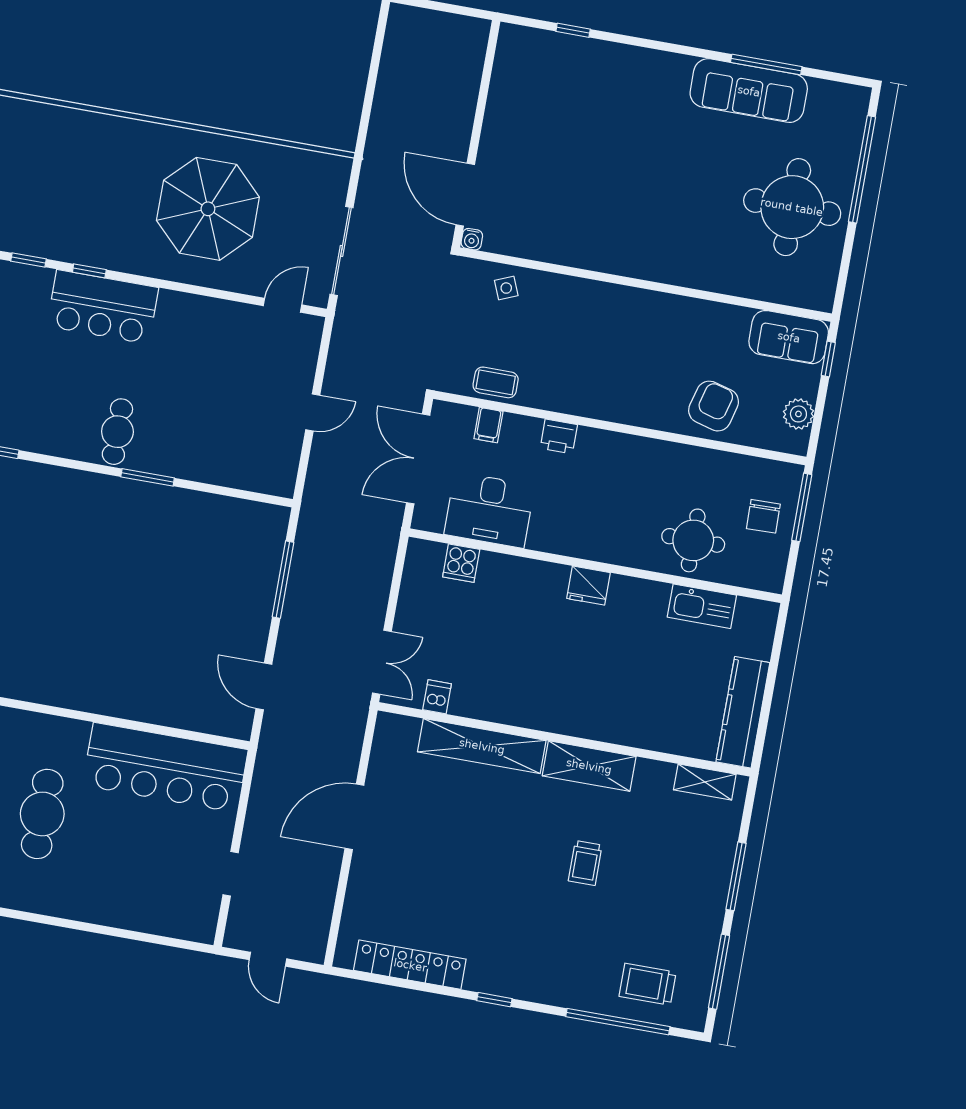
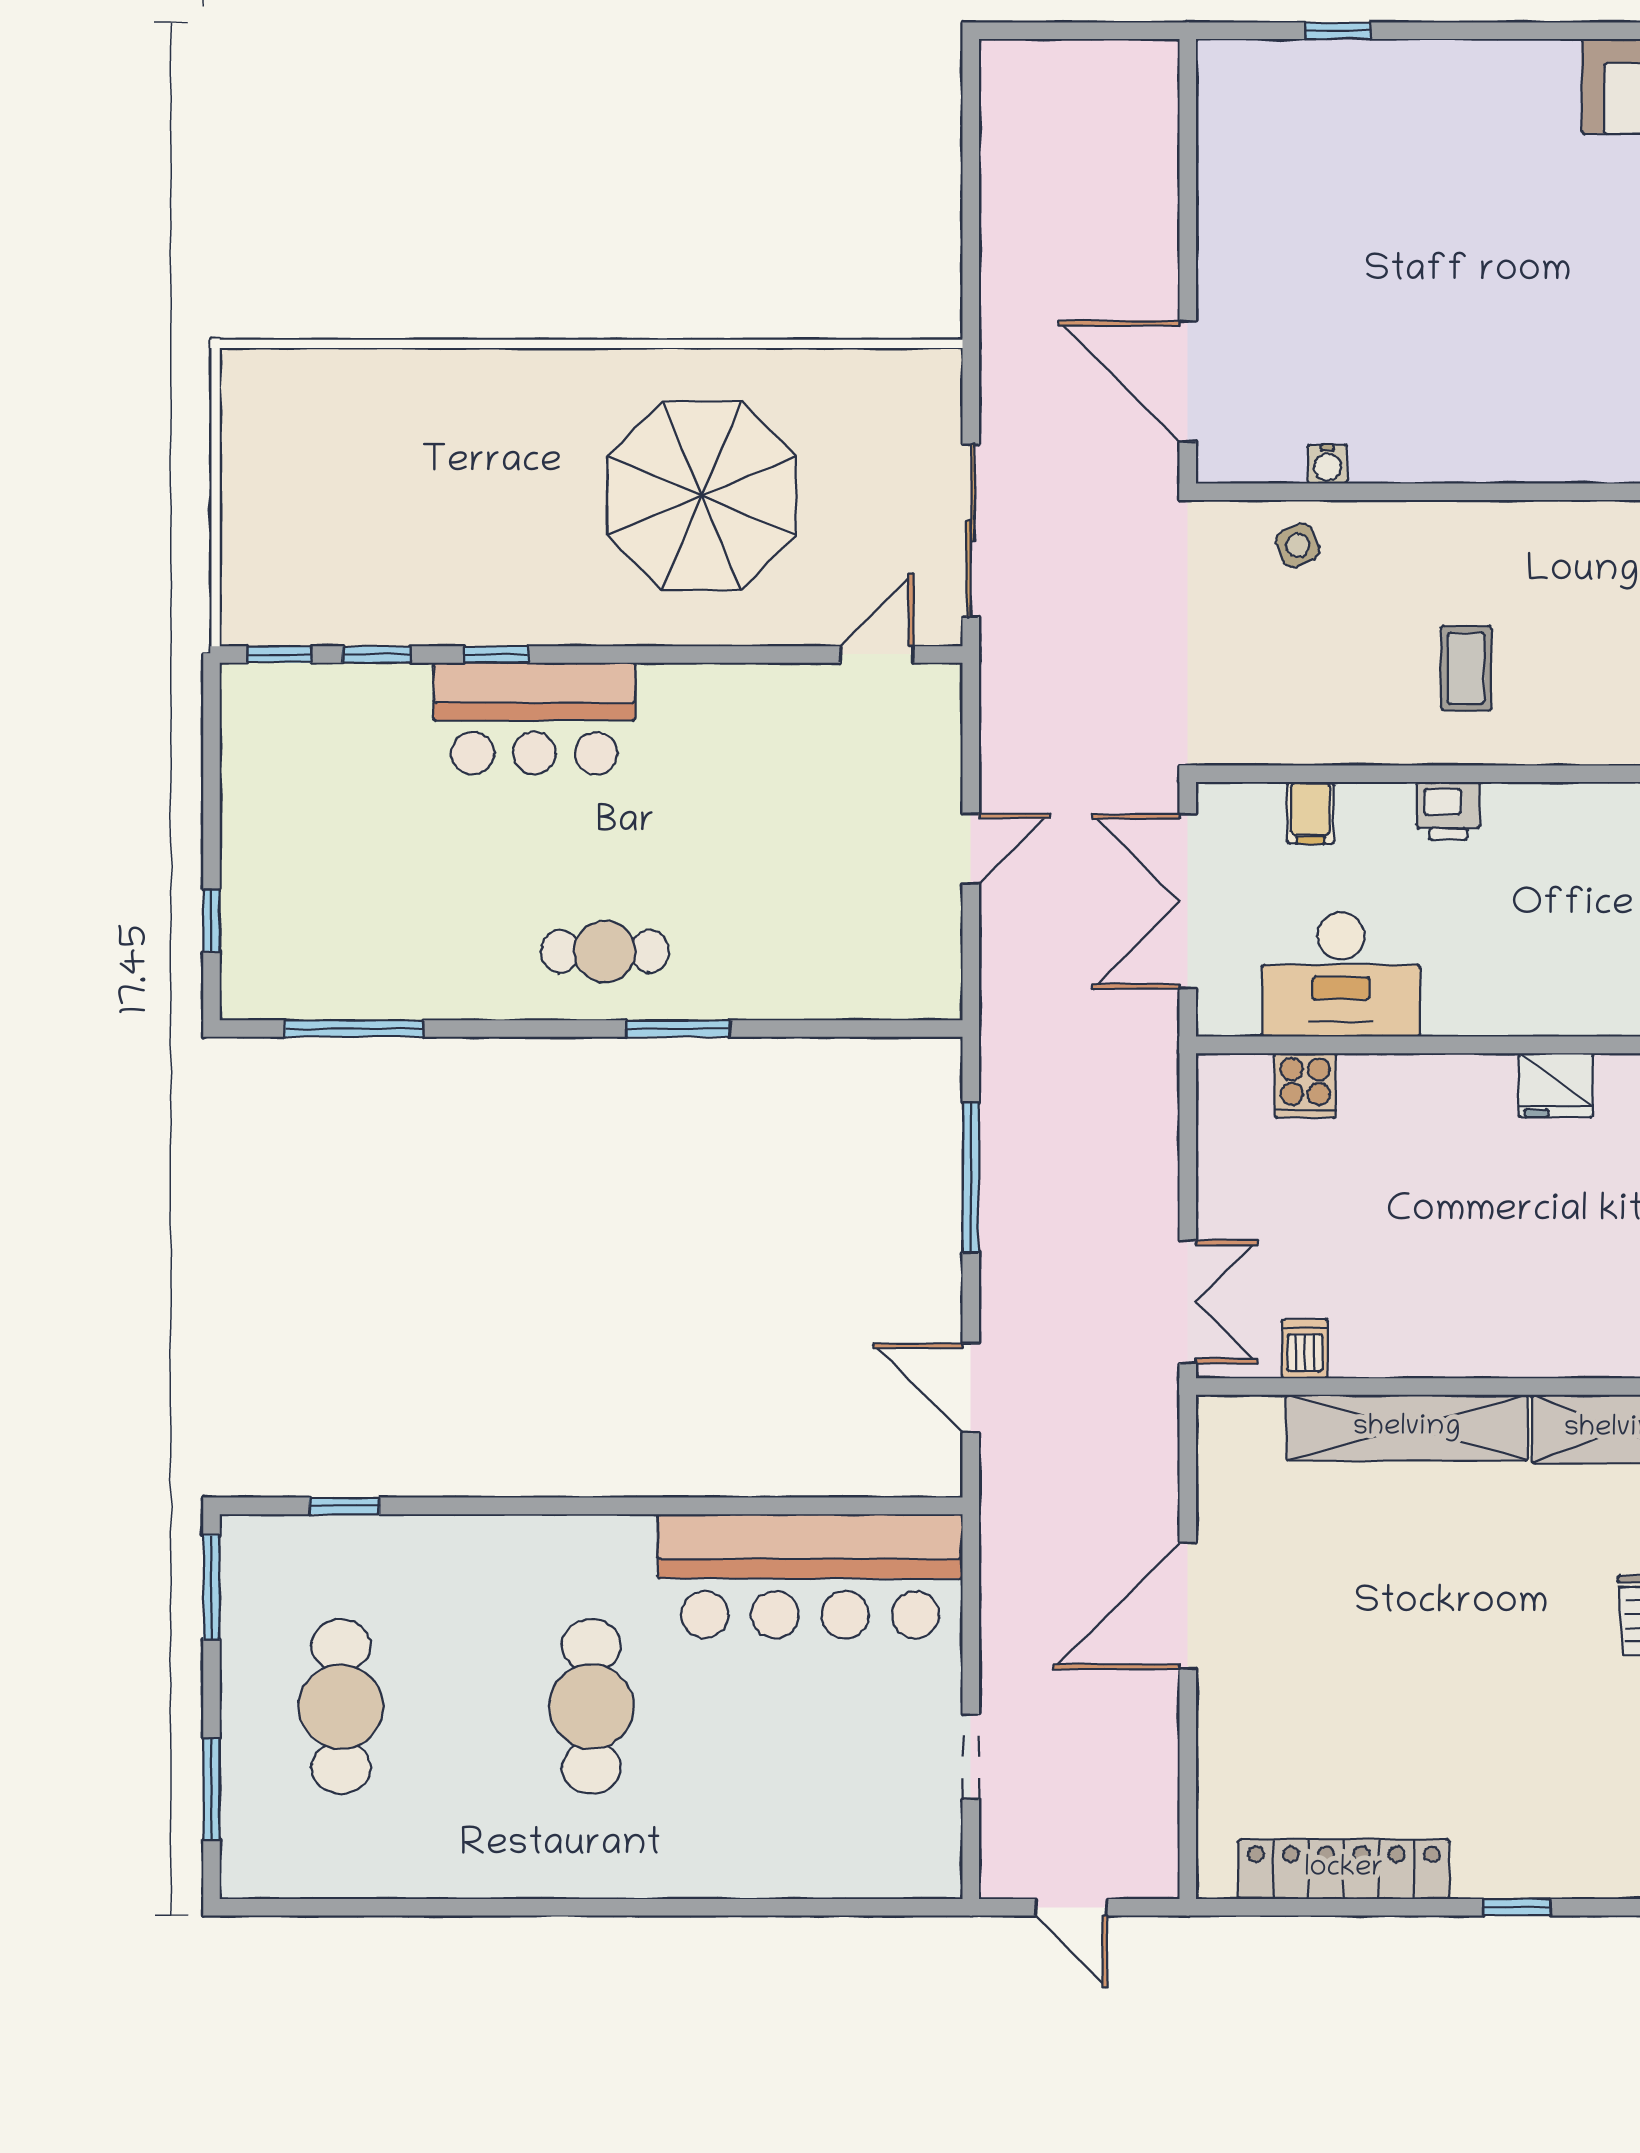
water cooler: (472, 239) -> (1328, 464), moved
coffee table: (496, 382) -> (1466, 668), moved, turned 90
cafe table: (117, 432) -> (605, 951), turned 90

